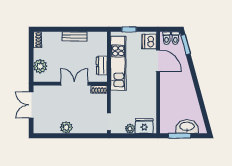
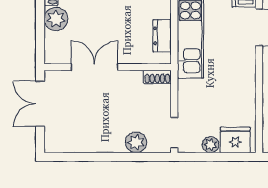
plant: (40, 66) -> (56, 19), moved
double door: (74, 84) -> (95, 67), moved
plant: (66, 127) -> (136, 142), moved

